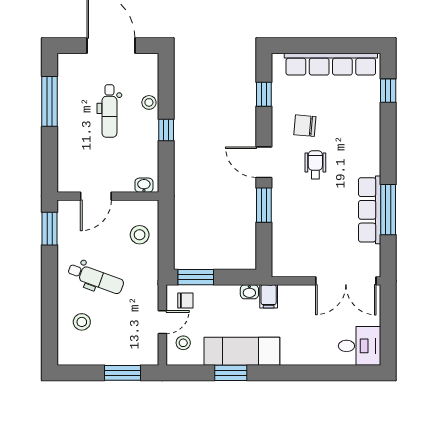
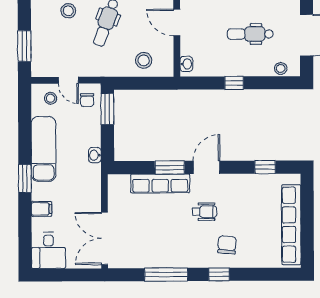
window: (388, 91) -> (219, 274), moved
stool: (149, 102) -> (281, 68), moved
chair: (305, 126) -> (227, 245), moved
row of seats: (370, 210) -> (160, 184), moved, turned 180
filing cabinet: (269, 296) -> (42, 209), moved, turned 180
window: (231, 373) -> (25, 178), moved

